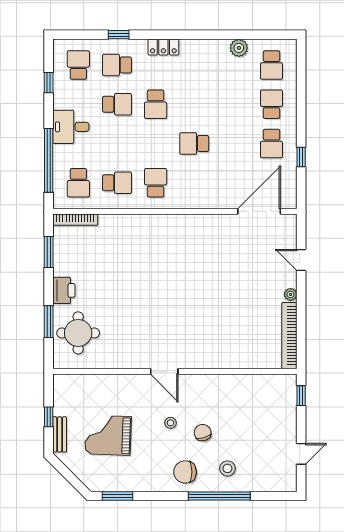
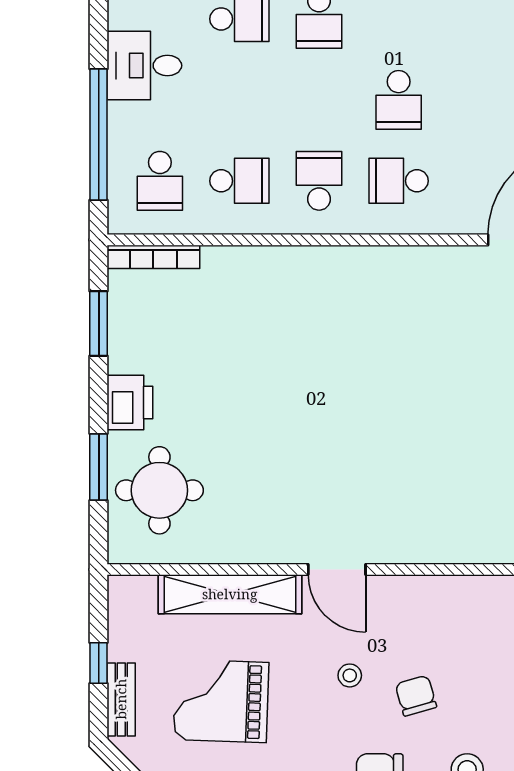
school desk: (194, 144) -> (399, 100), turned -90
school desk: (194, 183) -> (399, 181), added
shelving: (112, 383) -> (230, 594), added

